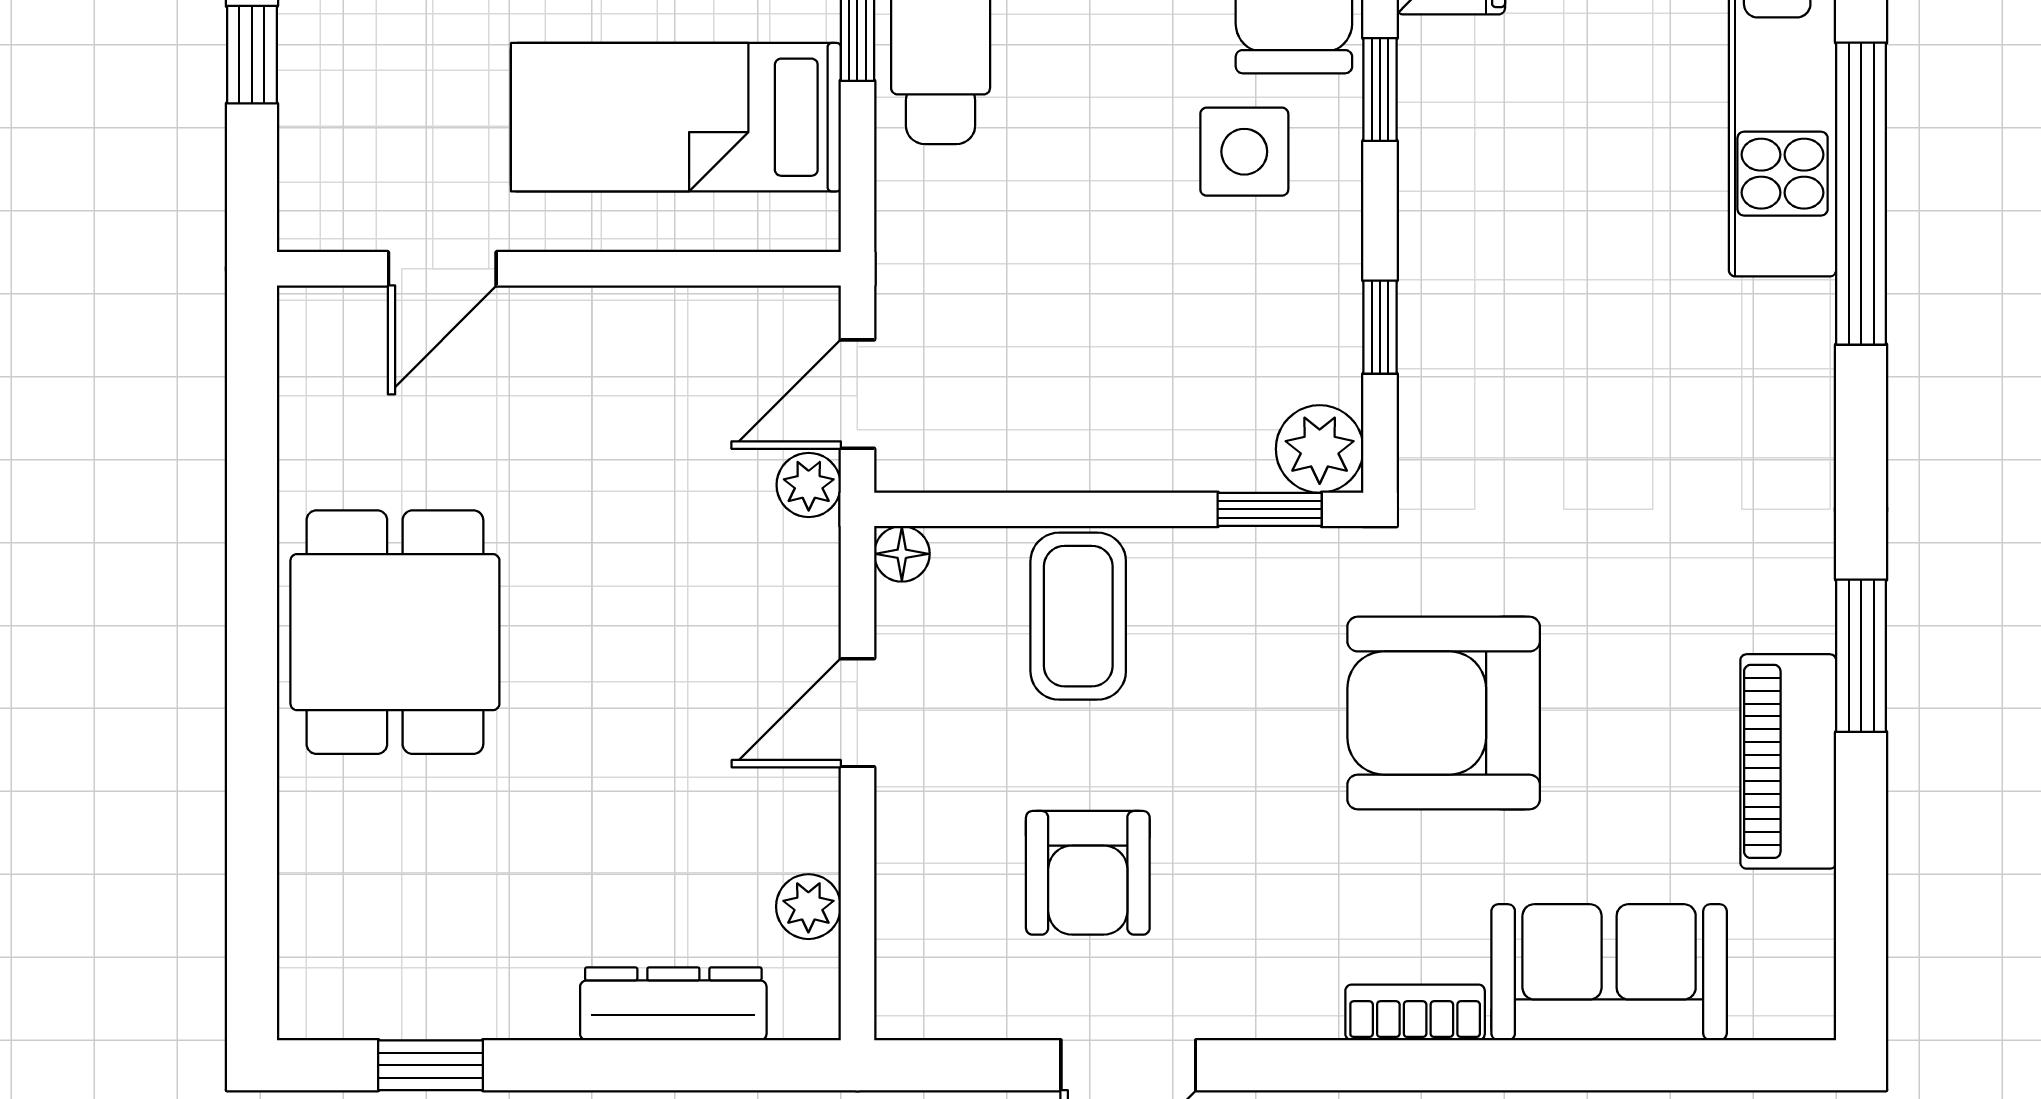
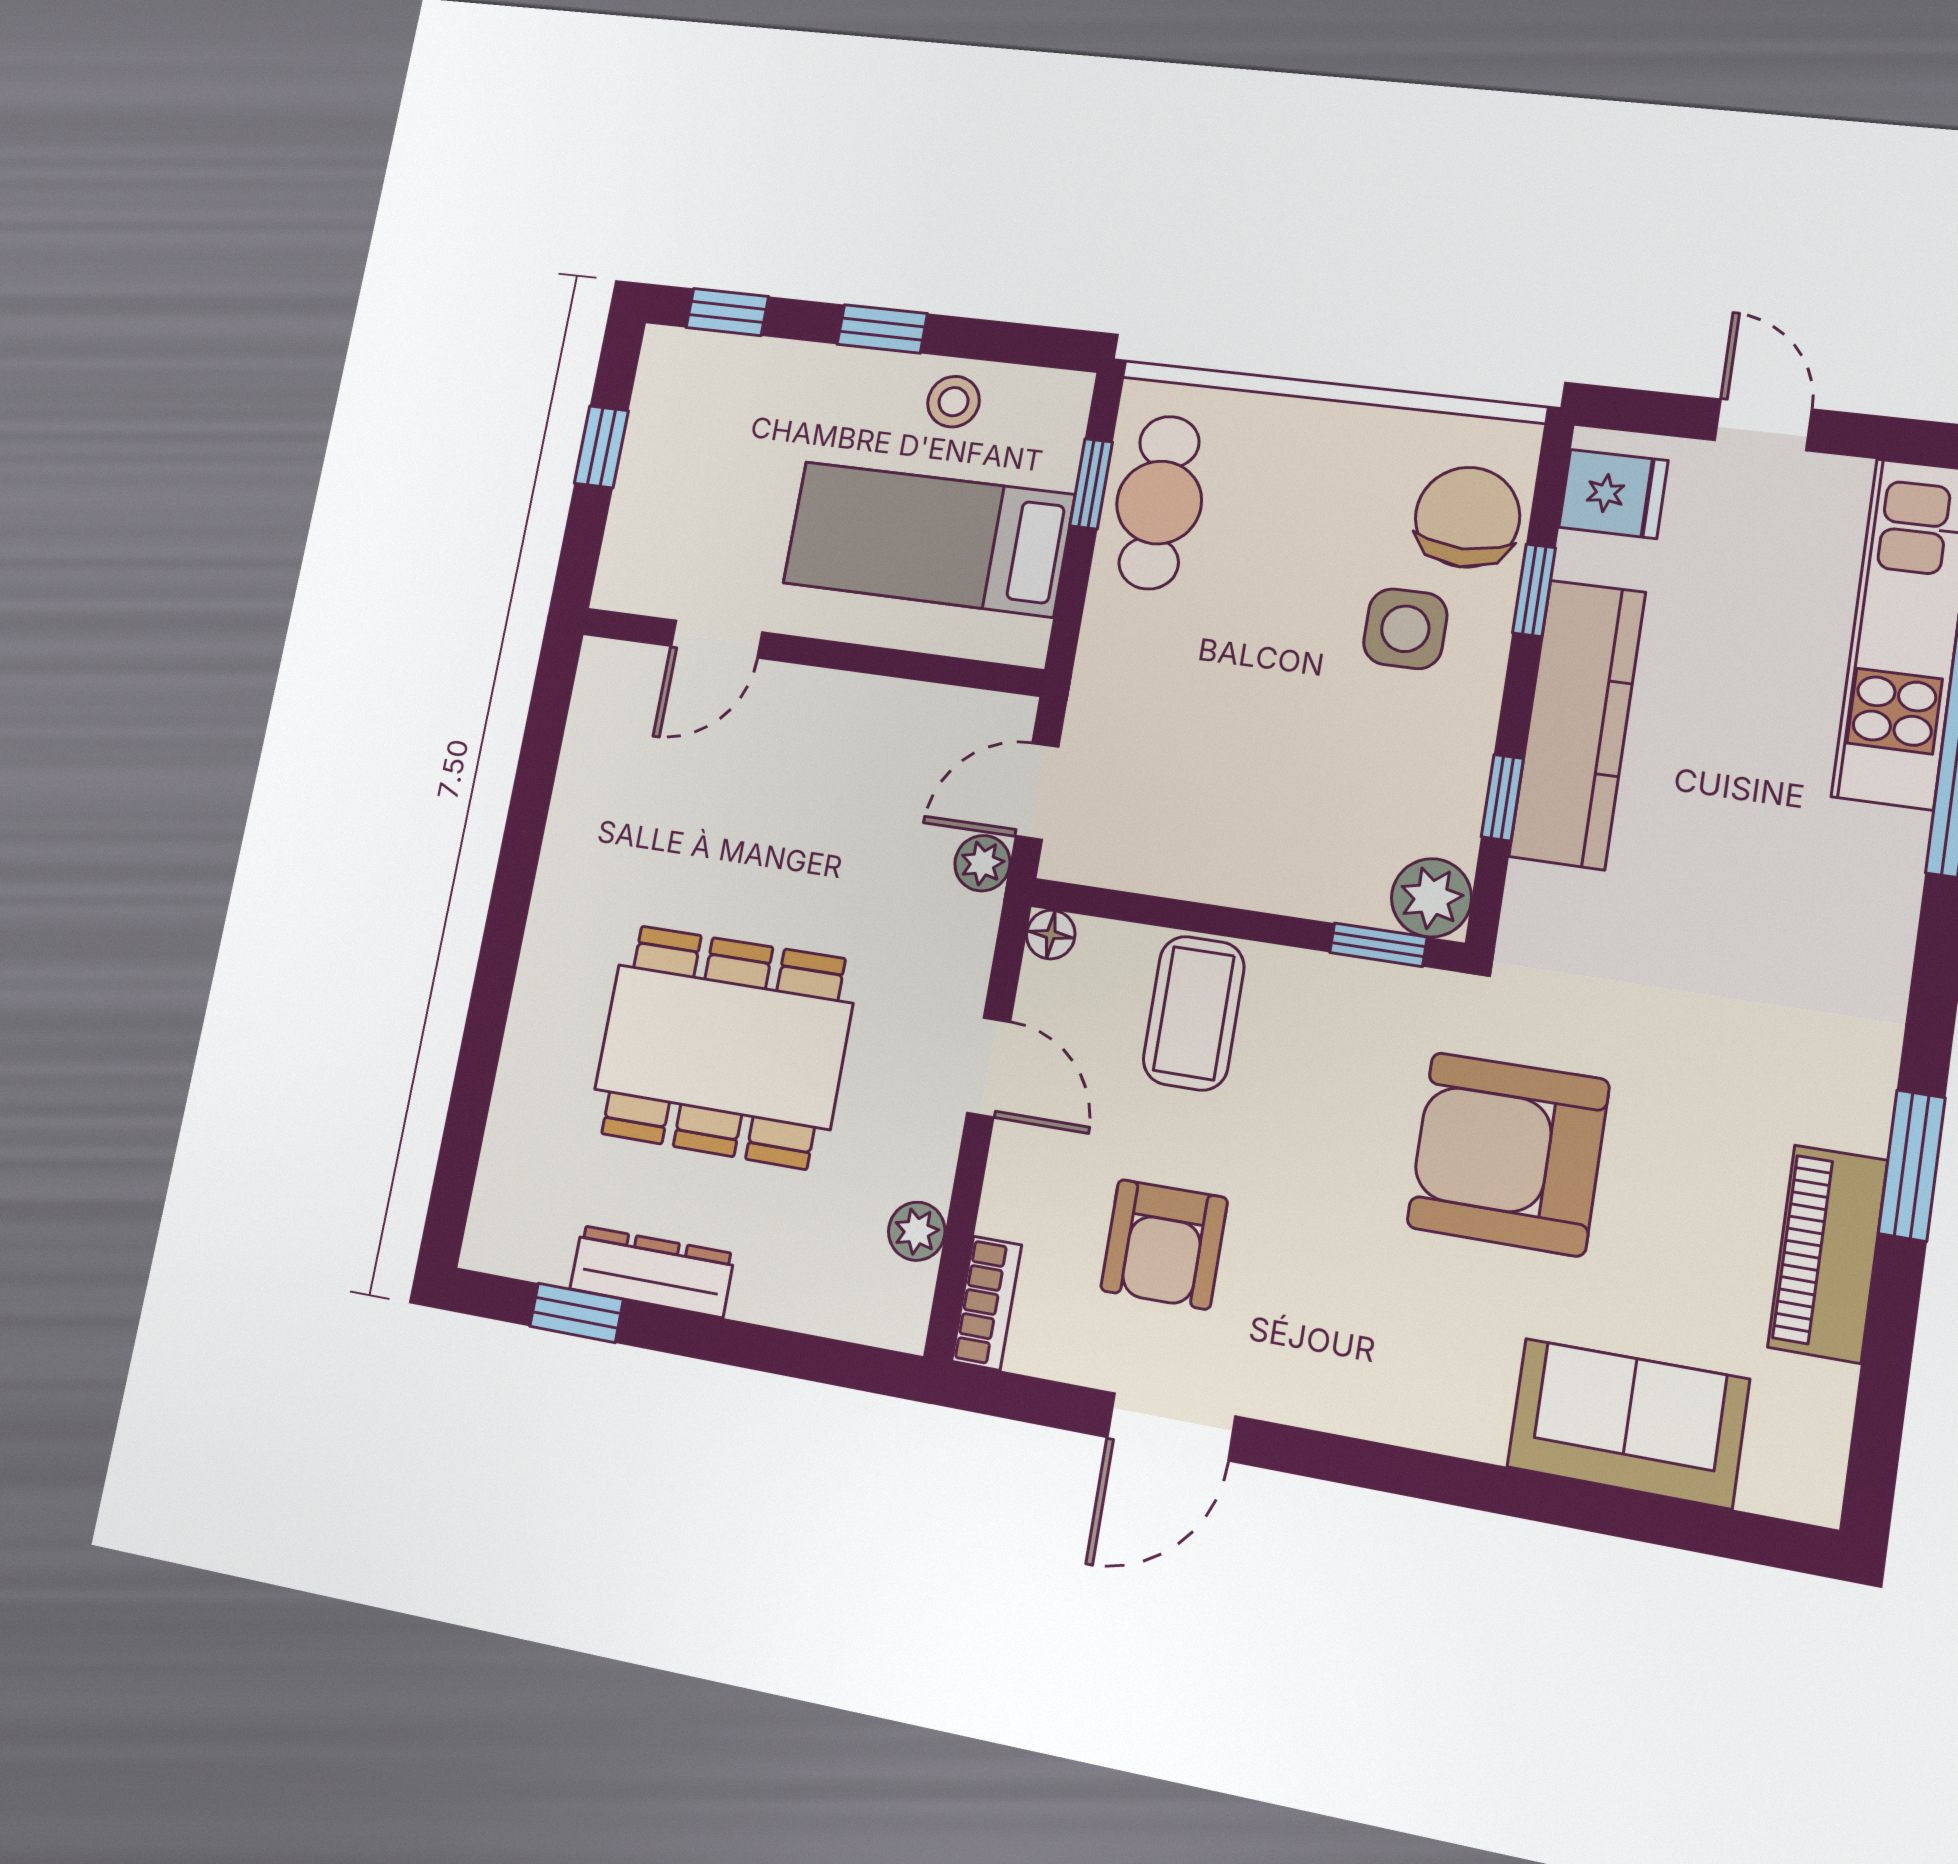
kitchen counter: (1449, 234) -> (1577, 724), added
dining table: (395, 632) -> (723, 1046), moved, width x1.38
door: (857, 713) -> (989, 1067), swing flipped
dresser: (673, 1004) -> (652, 1271), moved
bookcase: (1415, 1012) -> (987, 1303), moved, turned 90

